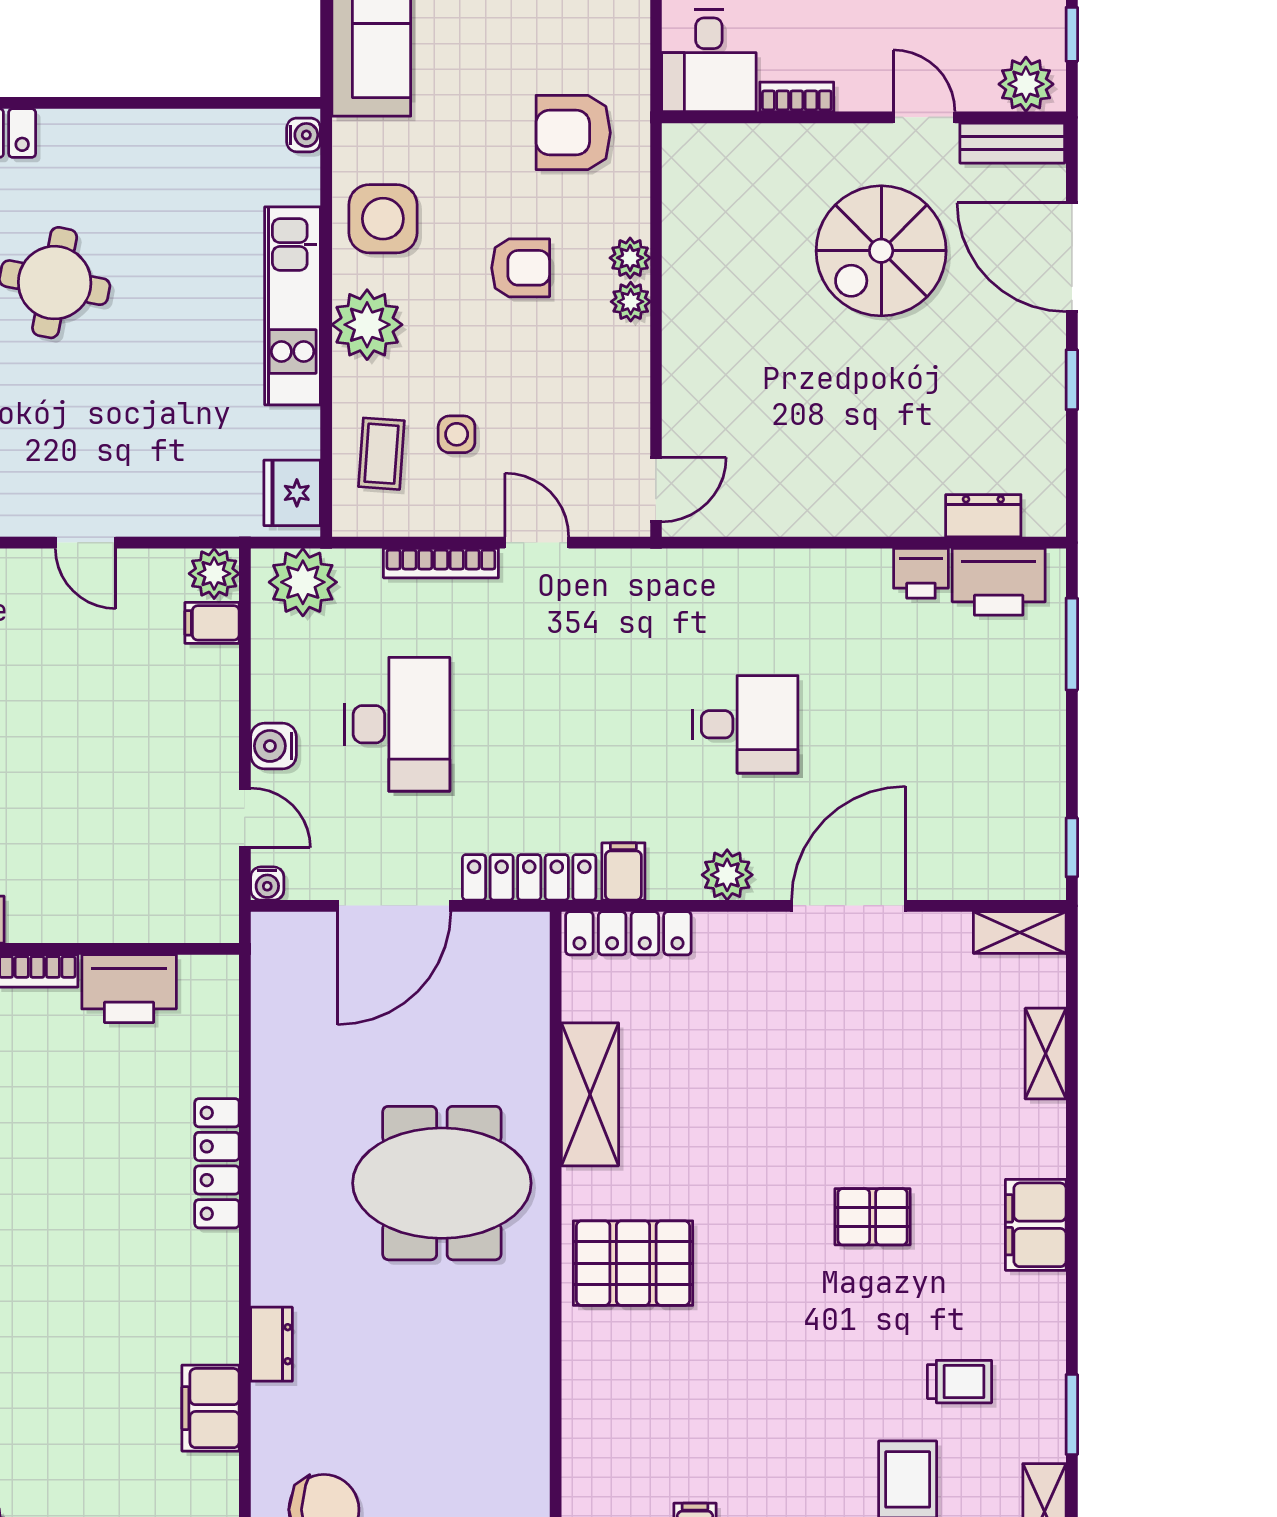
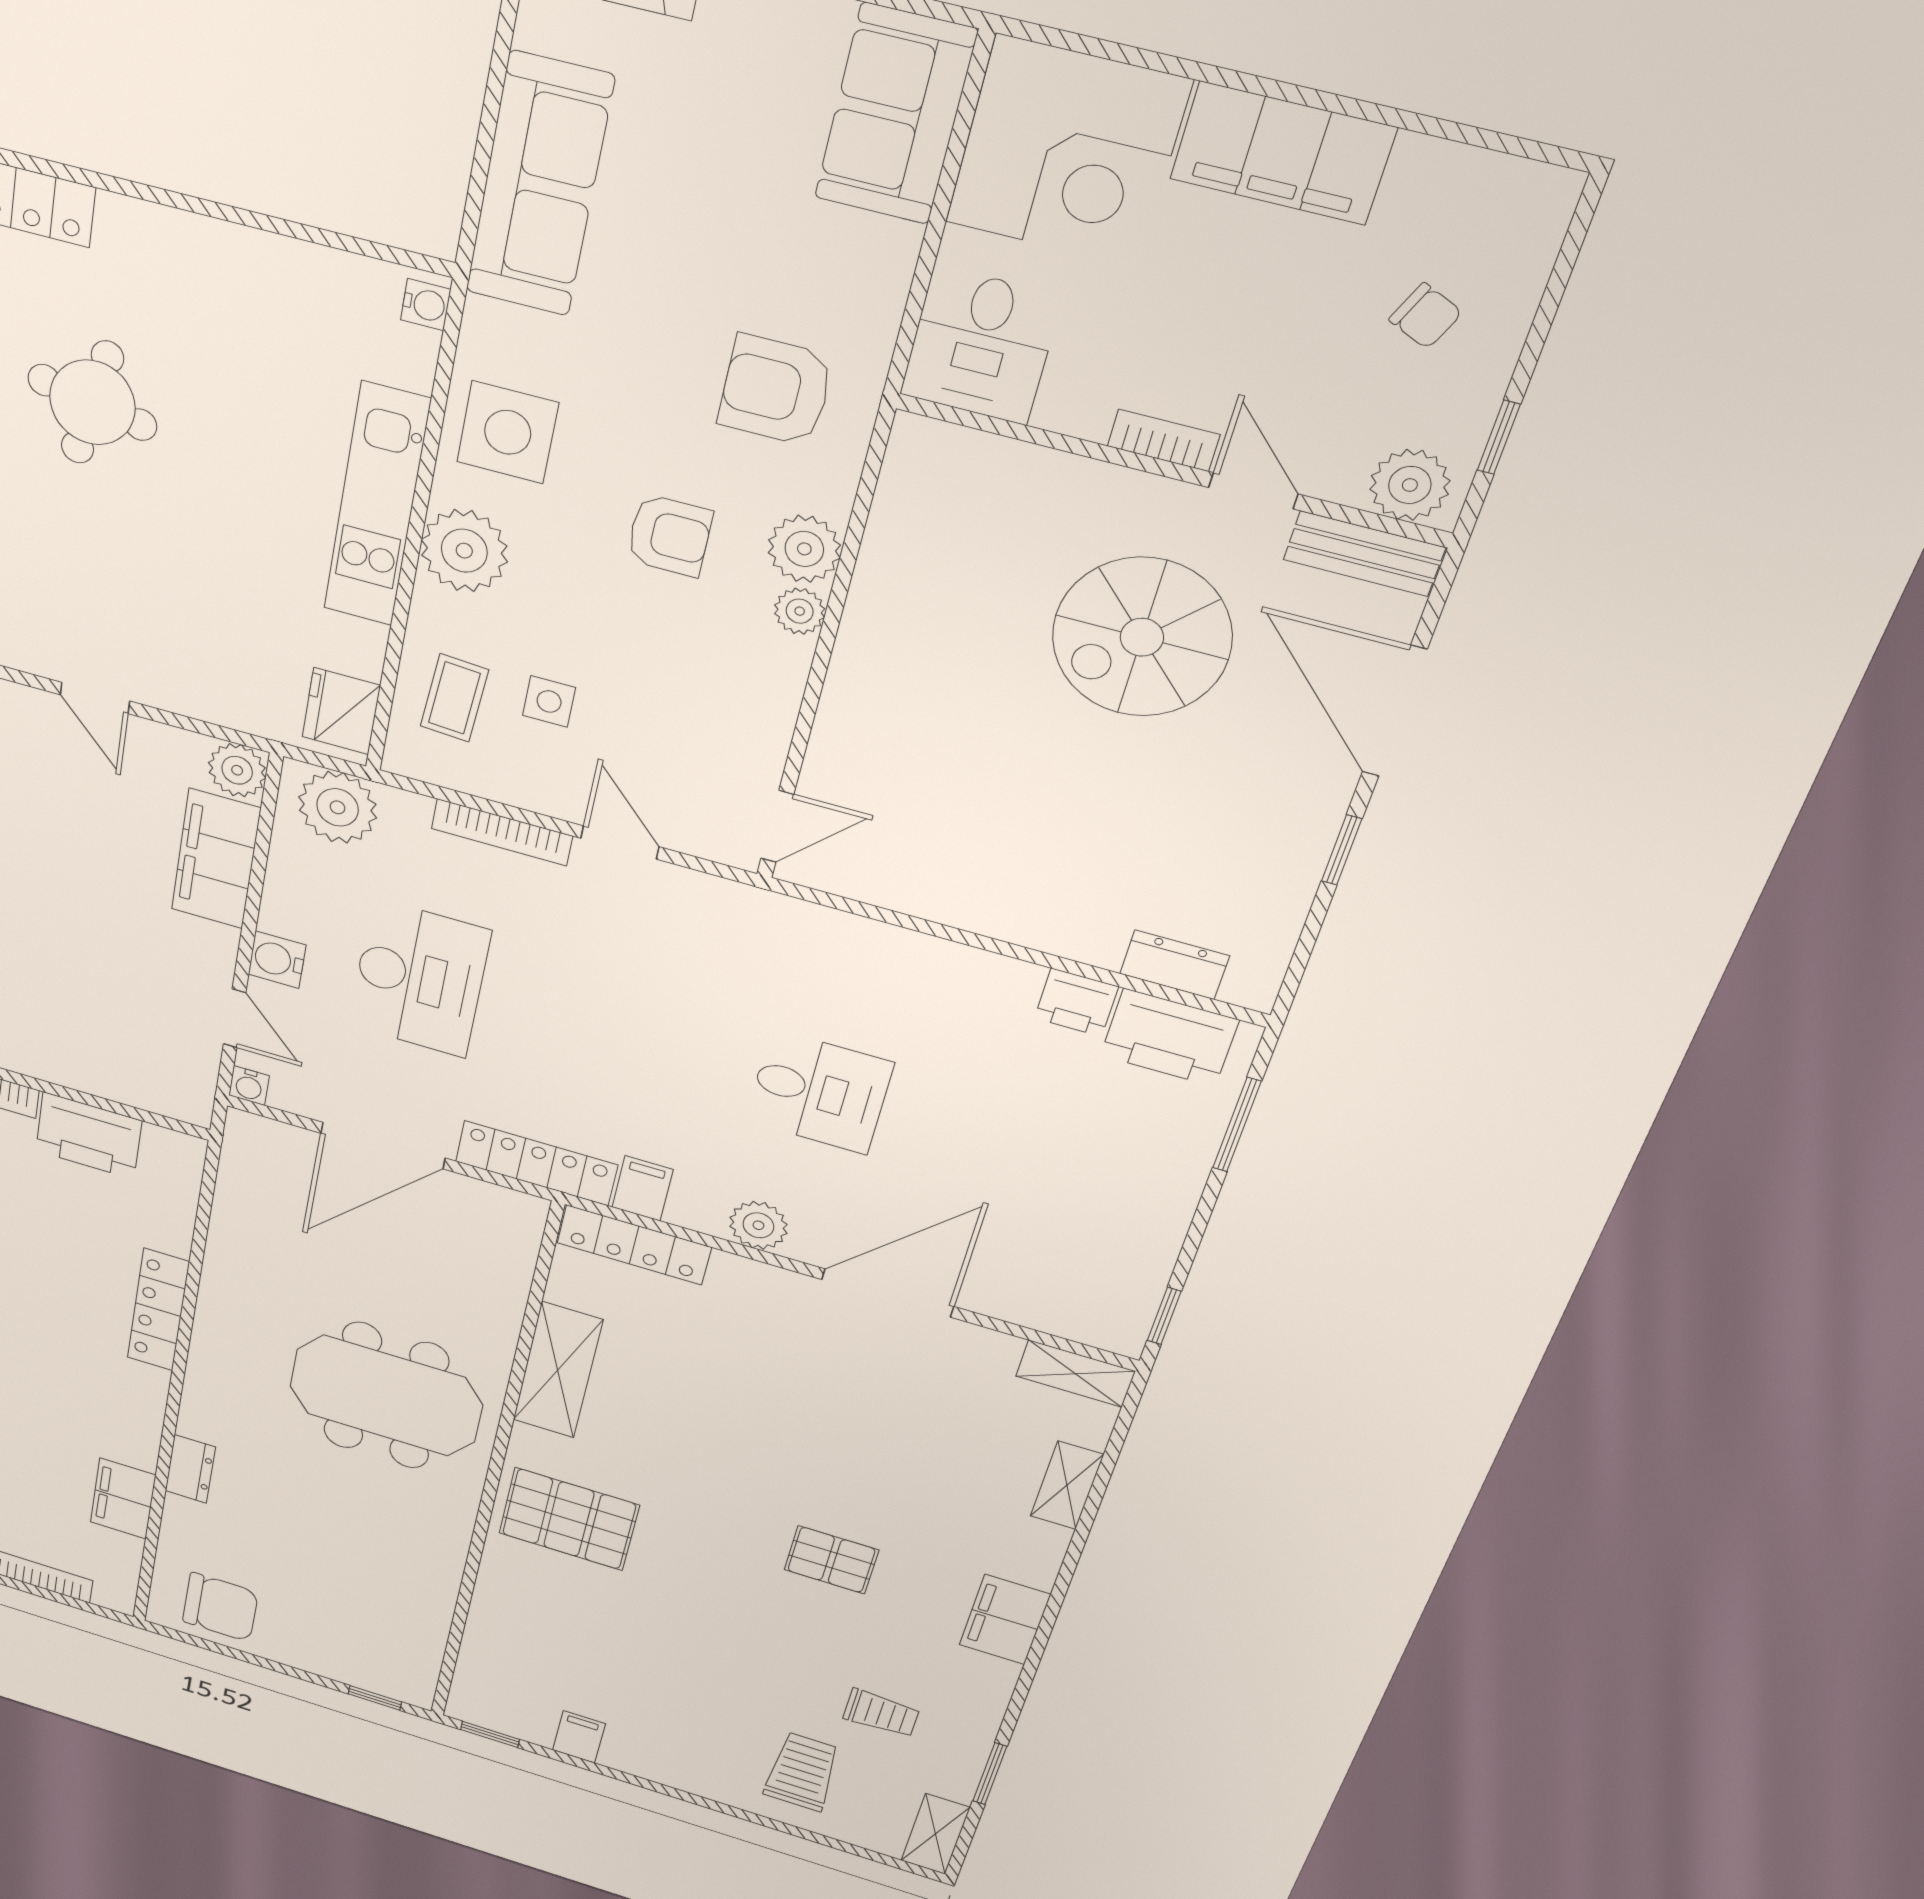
bookcase: (797, 97) -> (1164, 440), moved
plant: (630, 258) -> (804, 549), width x1.38, depth x1.38
filing cabinet: (212, 623) -> (216, 859), width x3.00, depth x1.17

